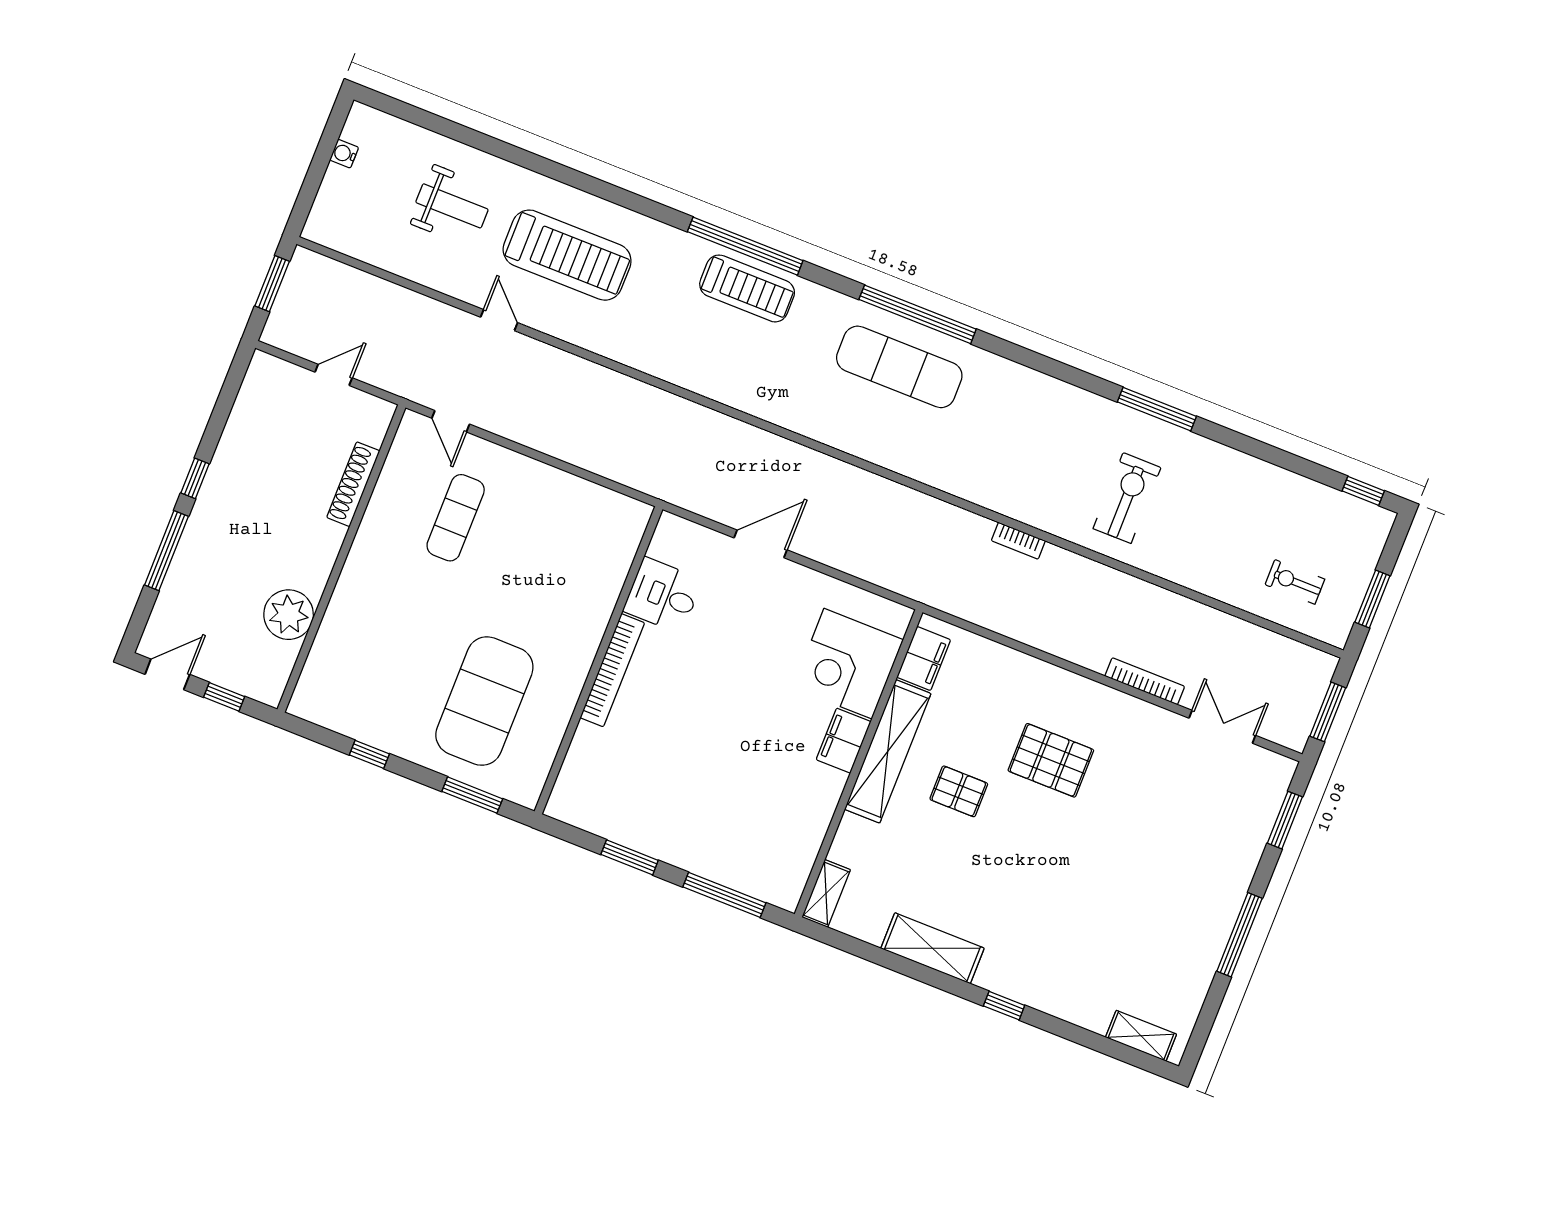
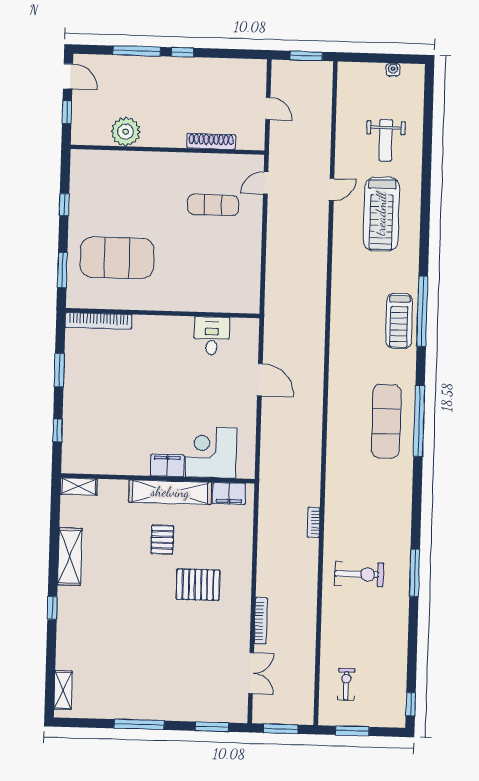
bookcase: (612, 670) -> (98, 321), moved
pallet: (1051, 760) -> (198, 585), turned 90
window: (724, 895) -> (58, 430), width x0.46

